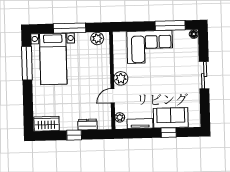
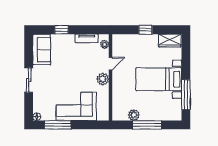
plant: (97, 39) -> (134, 115), moved
bed with nightstands: (53, 59) -> (159, 79), moved, turned -90
sofa: (171, 118) -> (42, 50), moved, turned -90
dresser: (88, 125) -> (133, 39), removed

